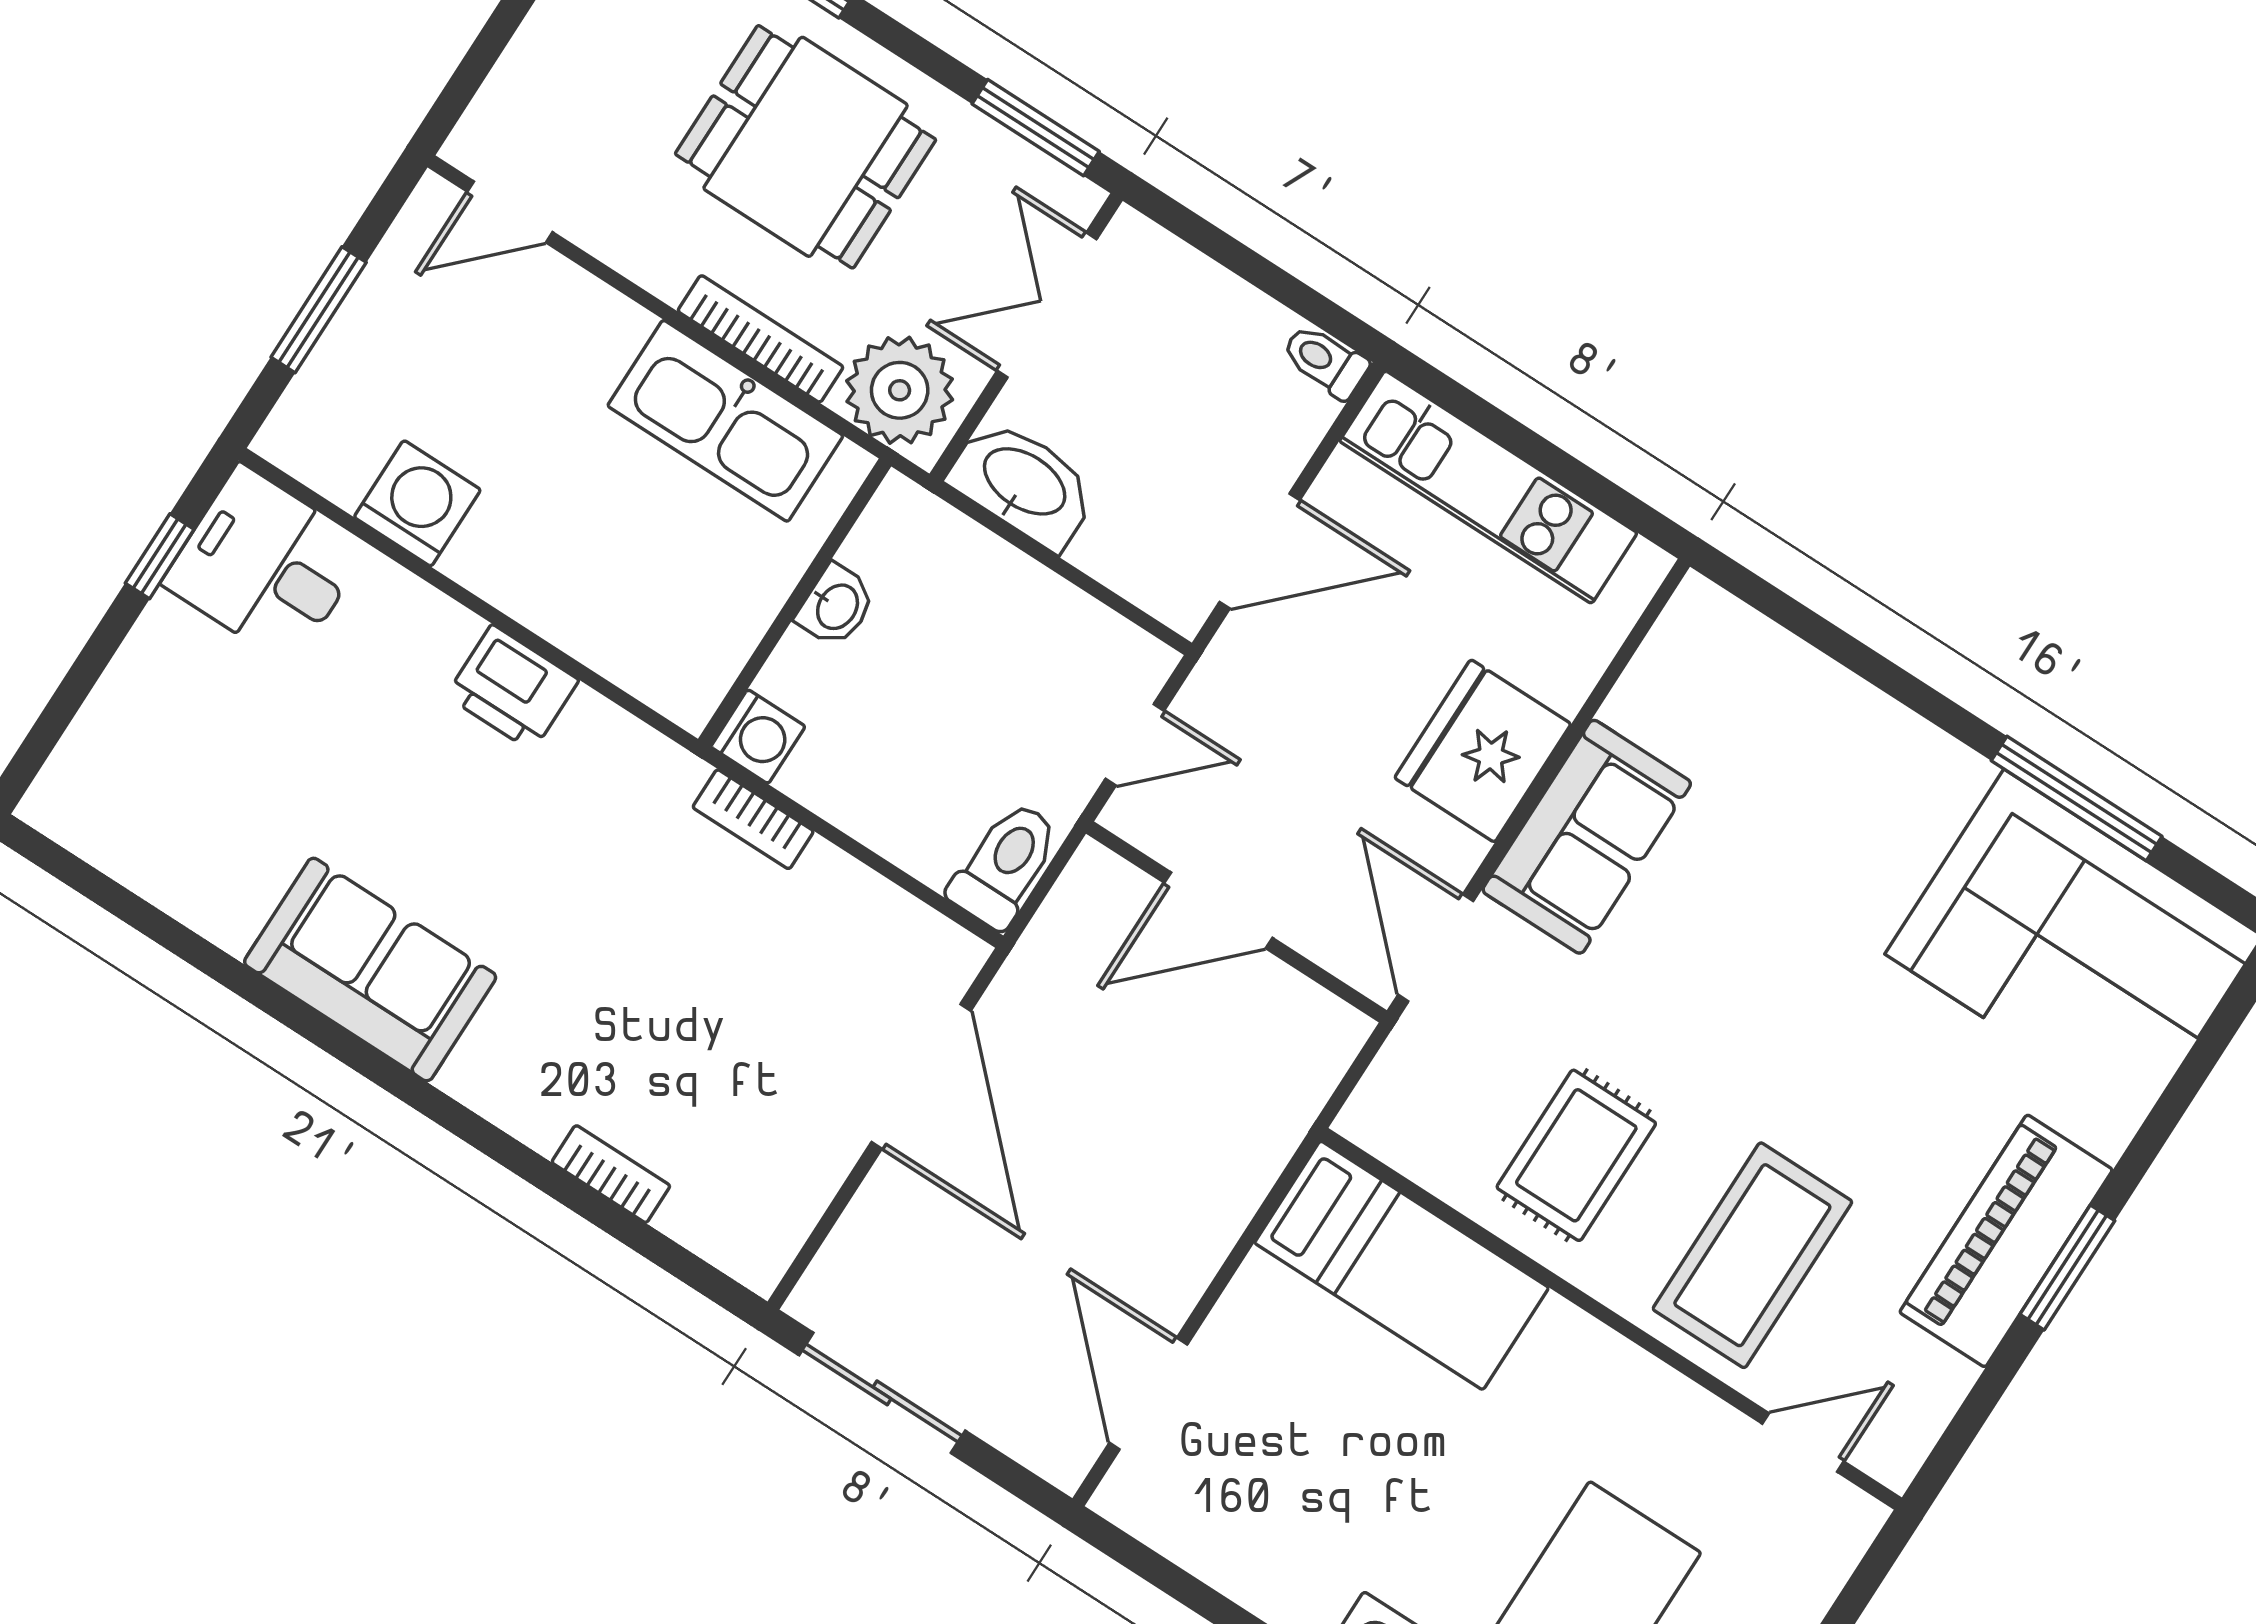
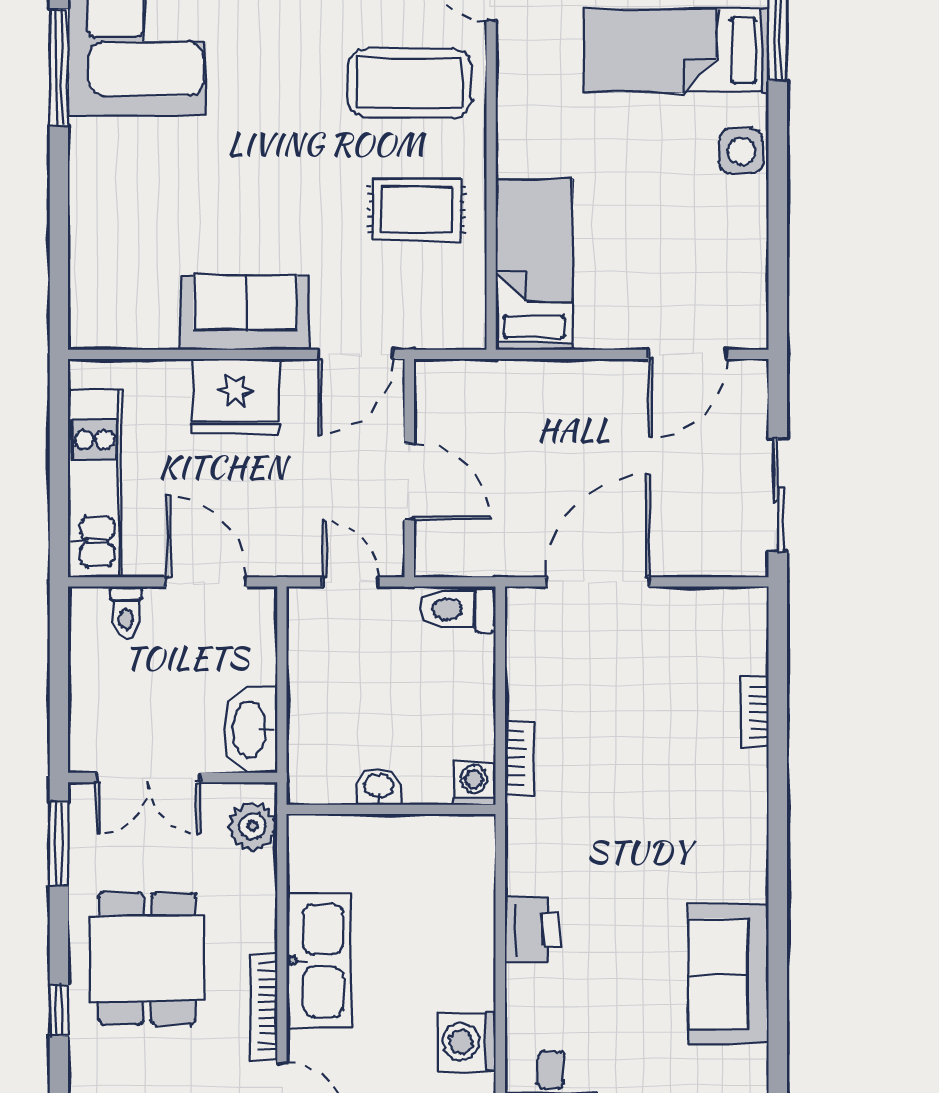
bookcase: (760, 339) -> (264, 1006), moved
toilet: (1325, 361) -> (126, 612), moved
plant: (900, 390) -> (252, 826), width x0.73, depth x0.73
kitchen sink: (725, 421) -> (319, 960), moved
sofa: (370, 970) -> (729, 974), moved

